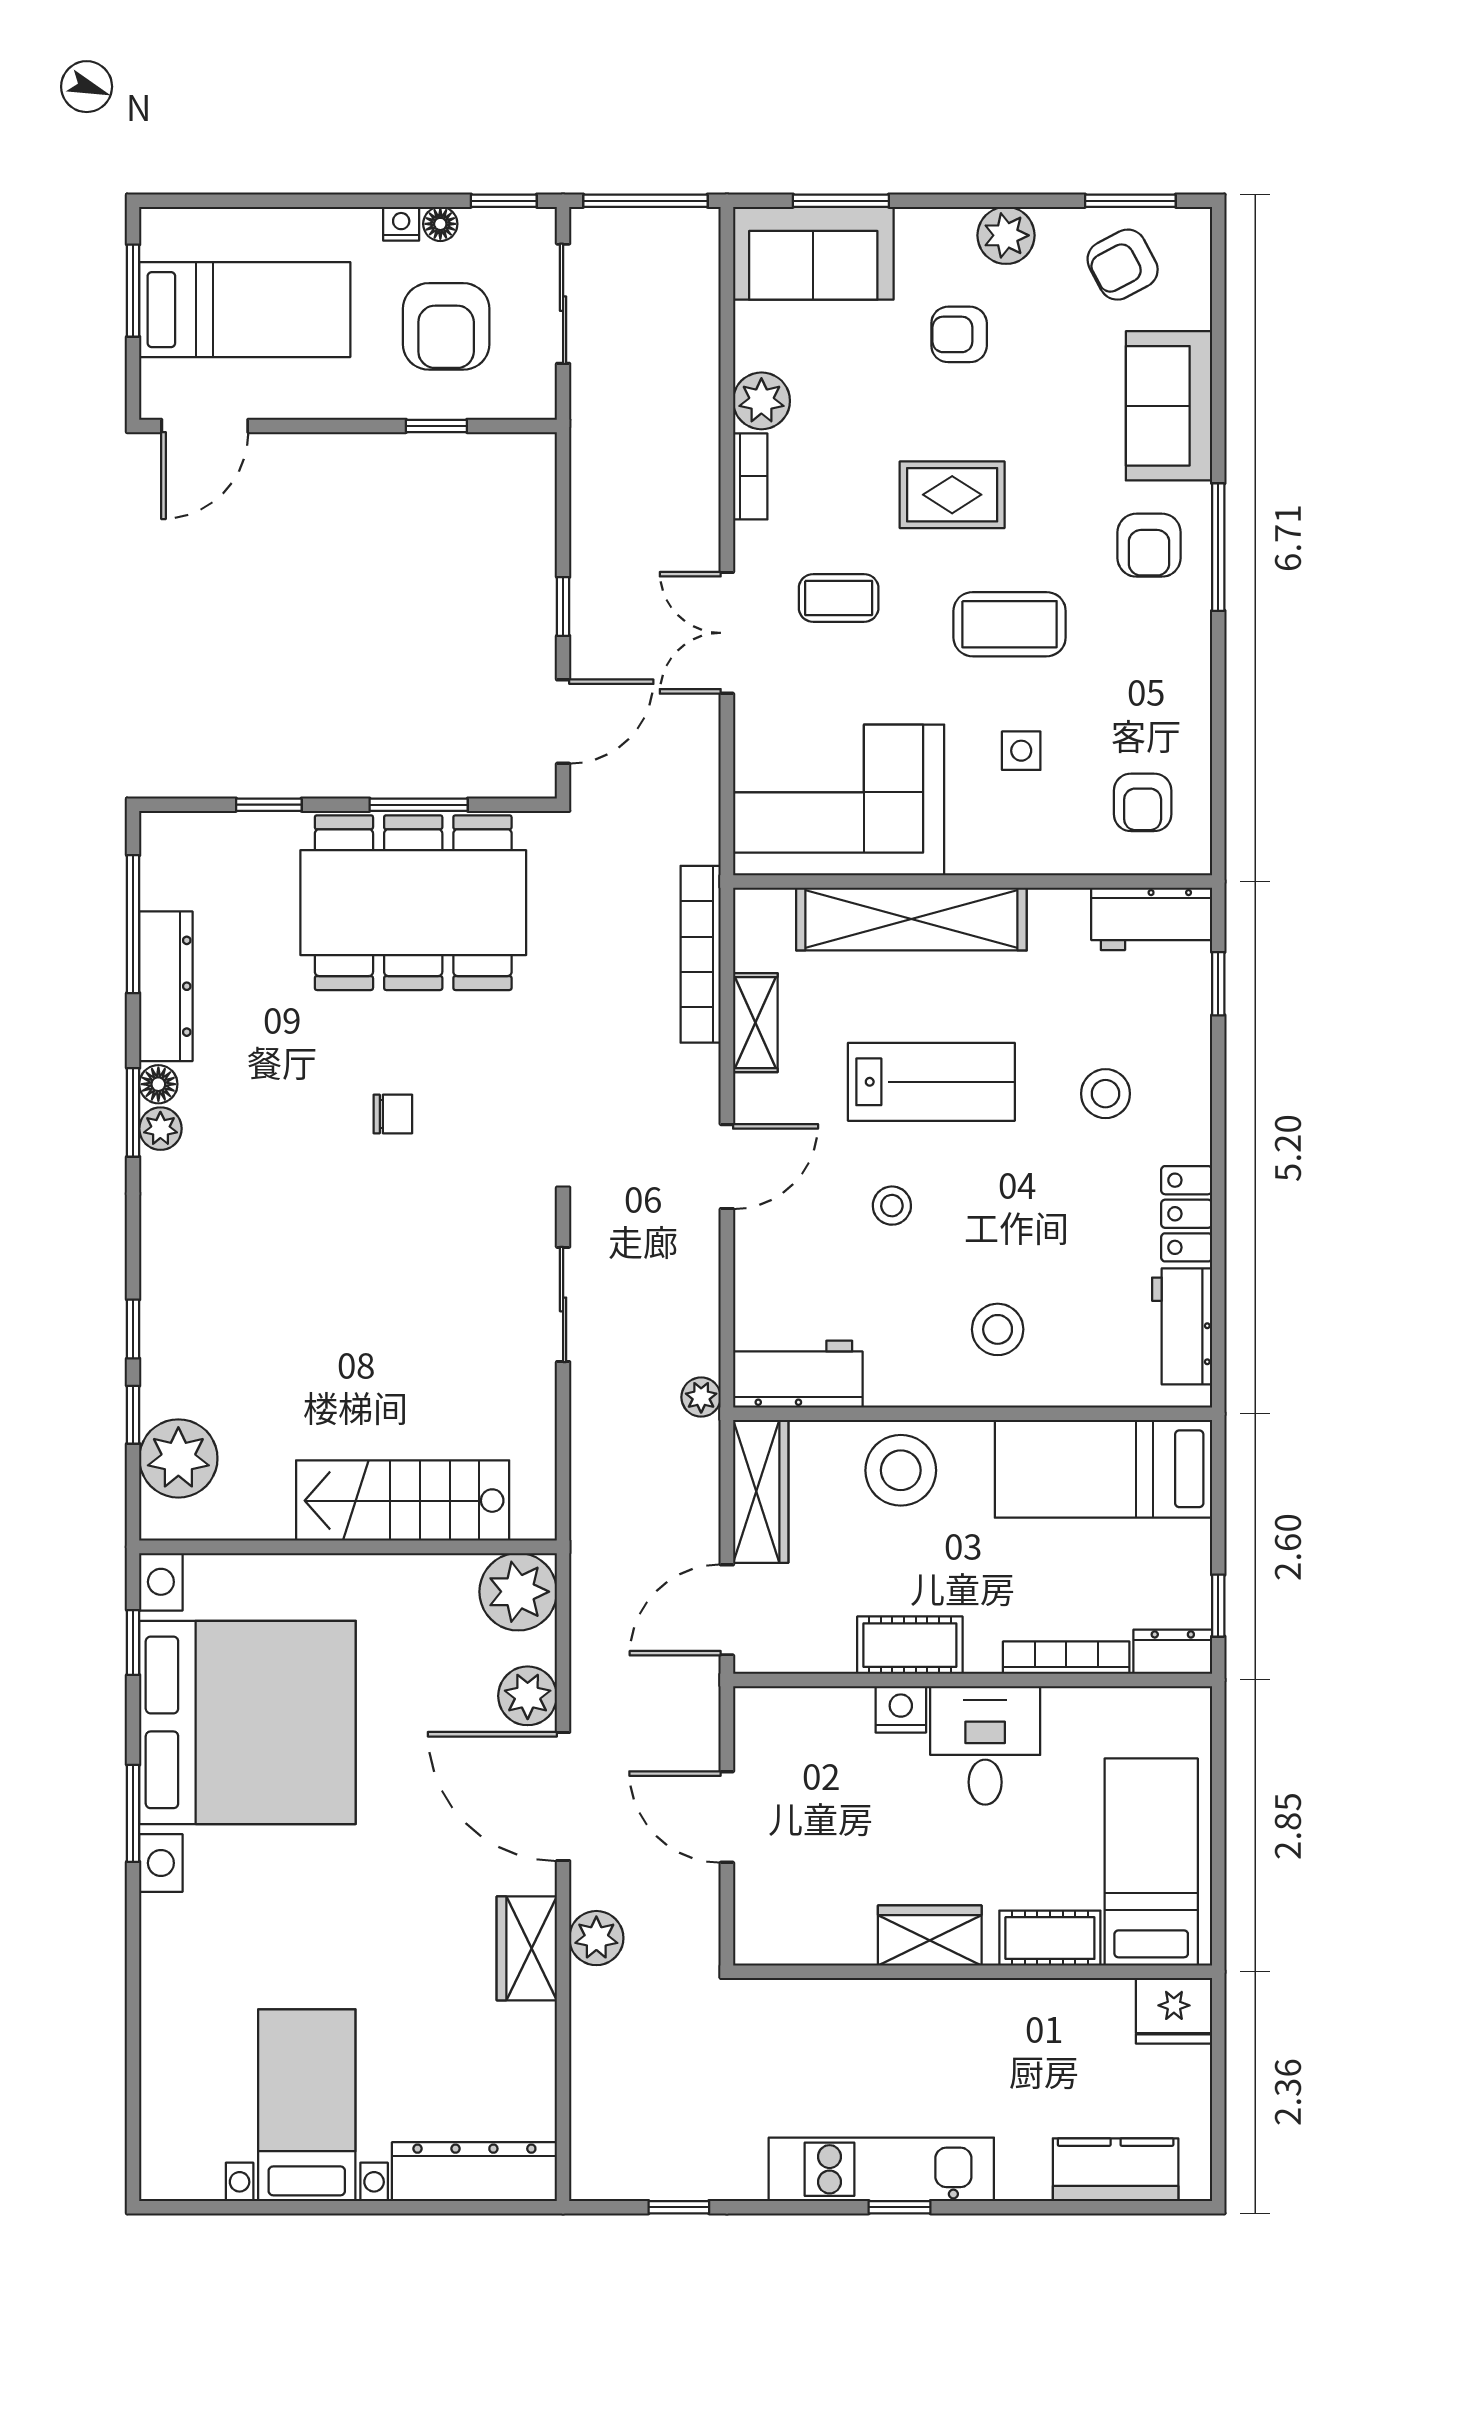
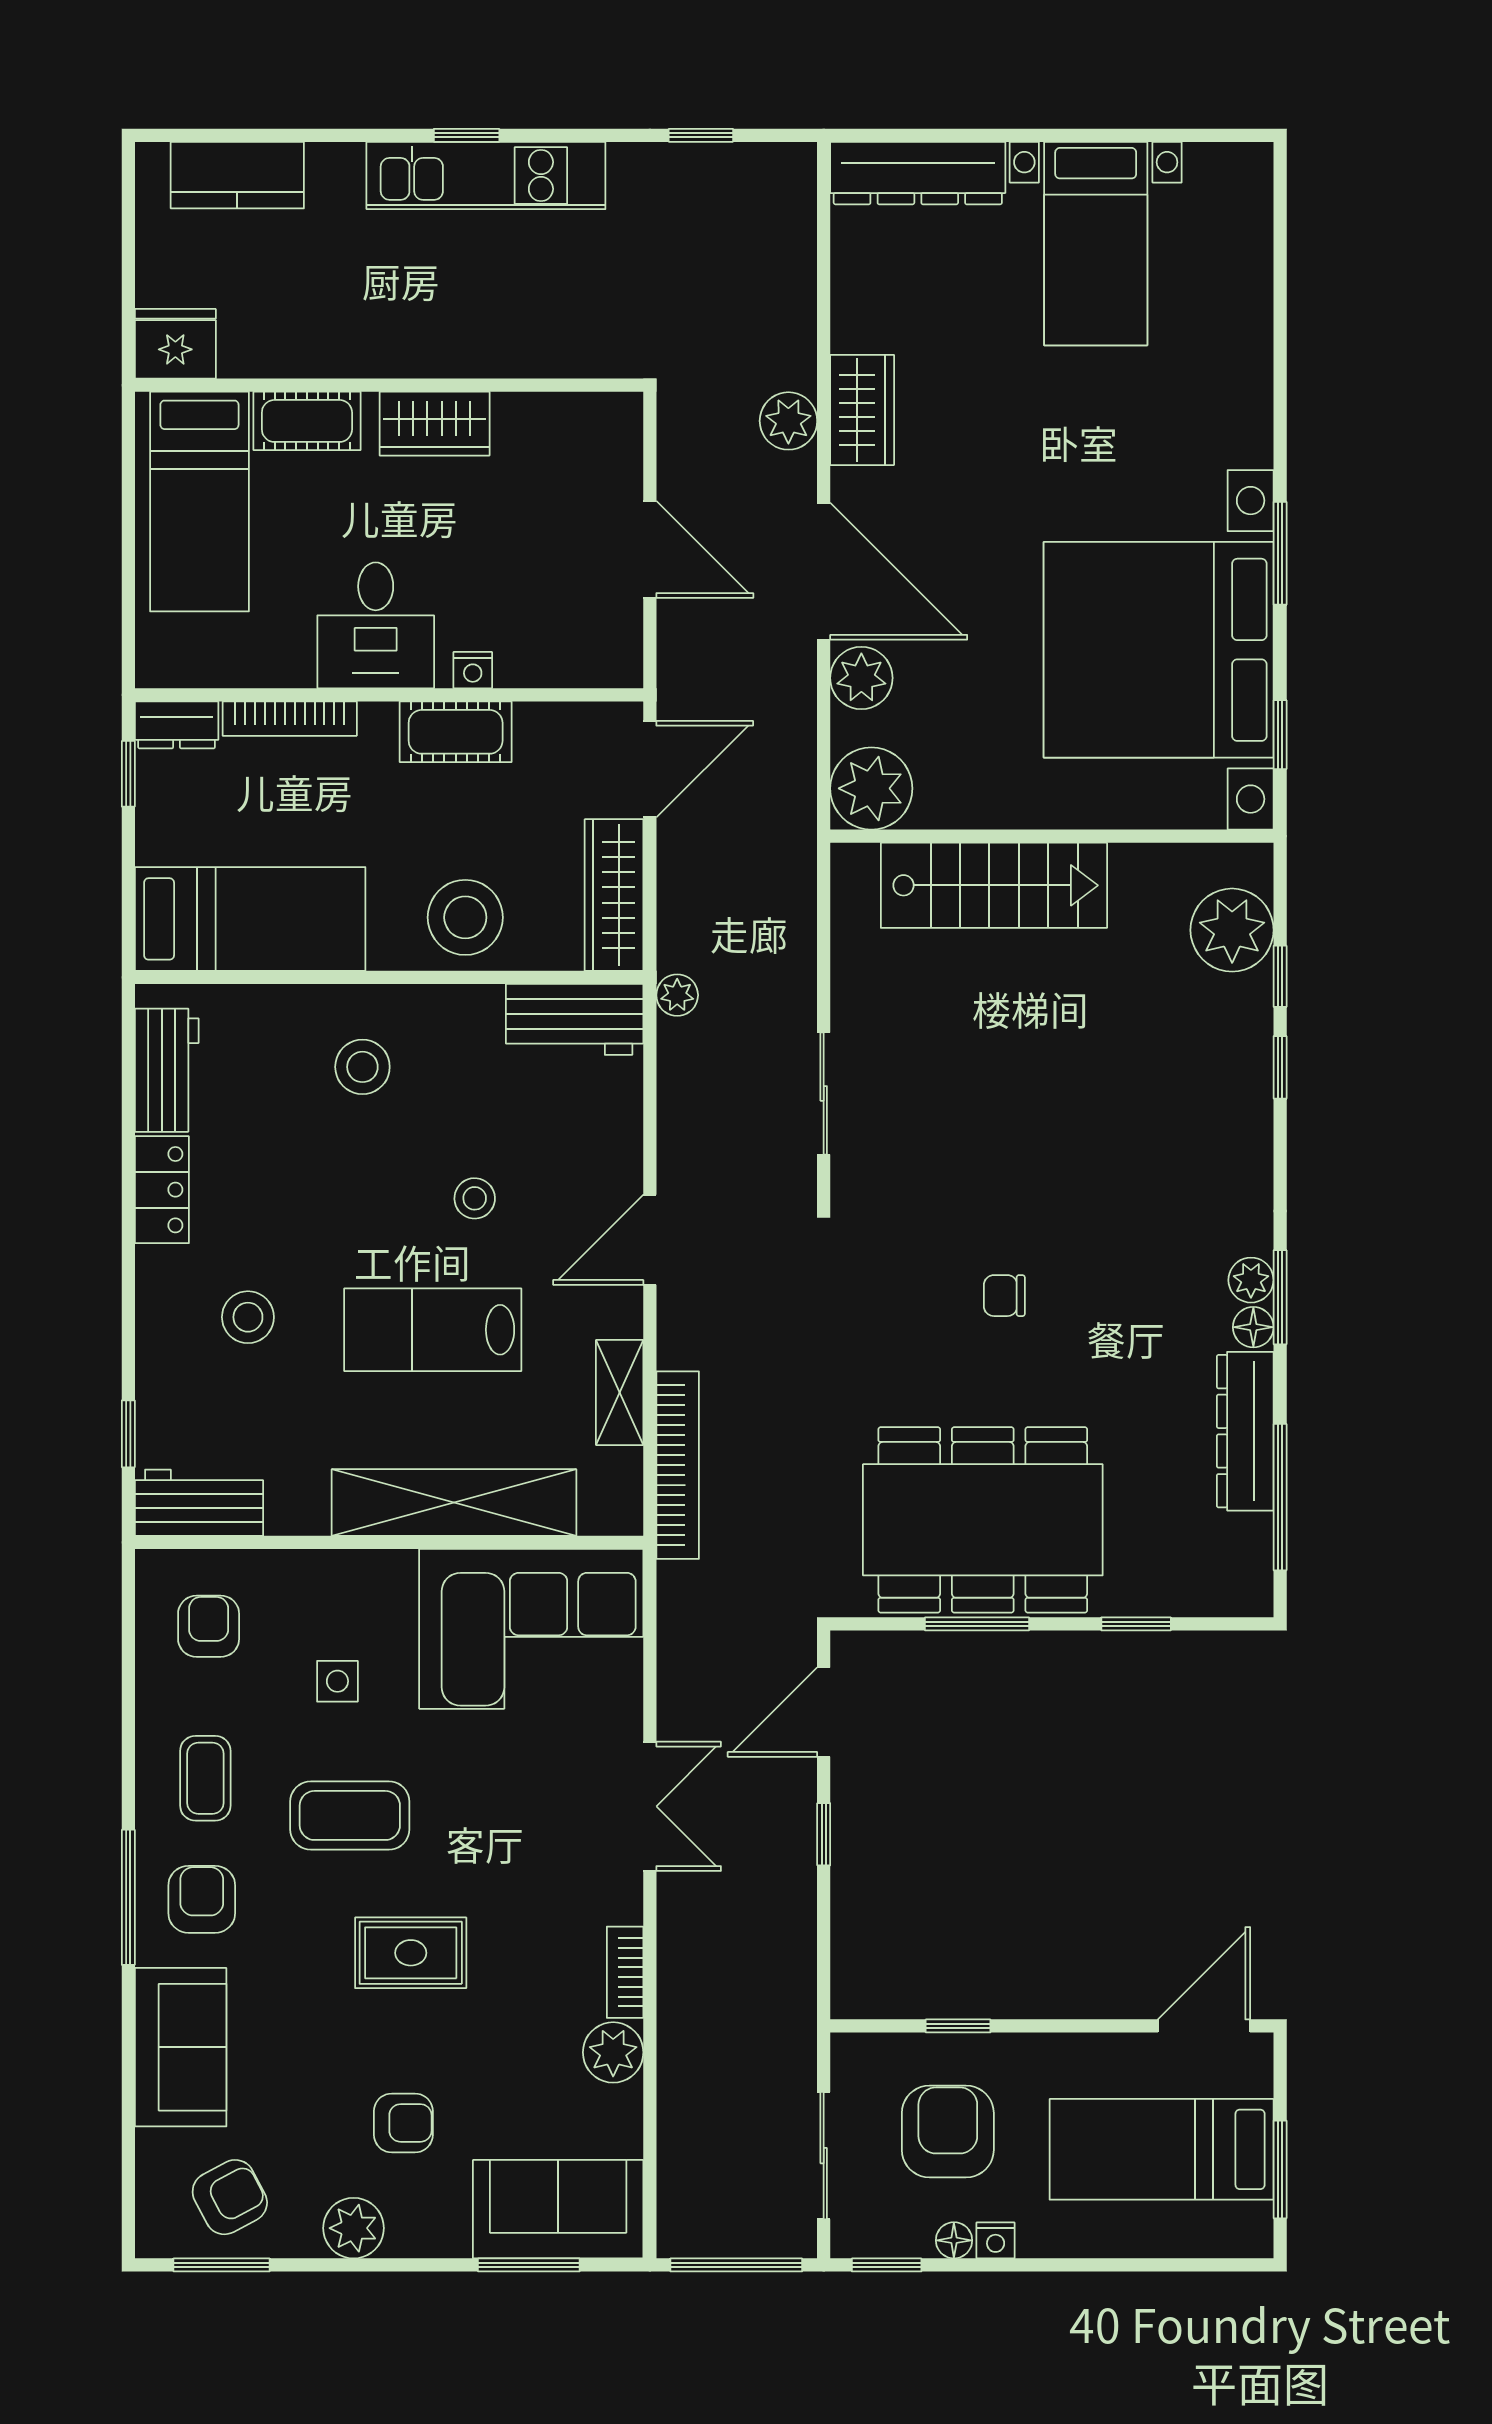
coffee table: (839, 598) -> (205, 1778), moved, turned 90
nightstand: (901, 1709) -> (473, 670), width x0.72, depth x0.74

